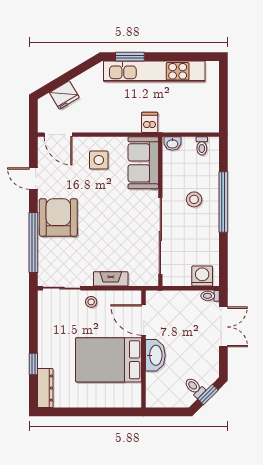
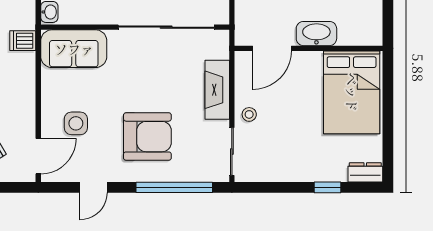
side table: (99, 160) -> (76, 123), moved
armchair: (58, 217) -> (147, 137), moved, turned 180
fireplace: (111, 279) -> (217, 90), width x1.37, depth x1.32
bed: (109, 360) -> (352, 92), moved
dresser: (45, 388) -> (365, 172), width x0.70

